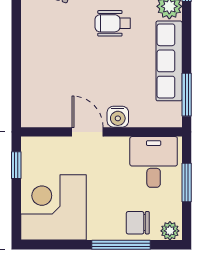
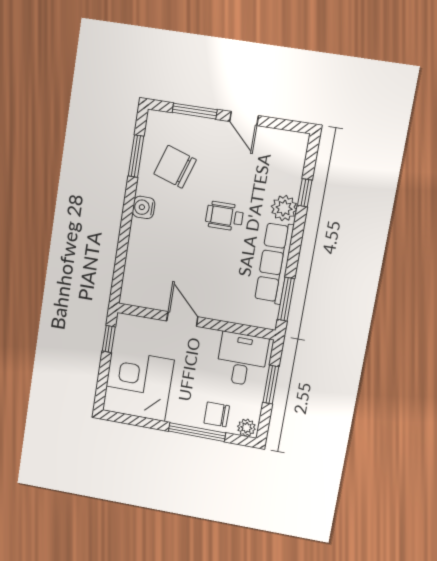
water cooler: (118, 117) -> (144, 207), moved, turned 90

